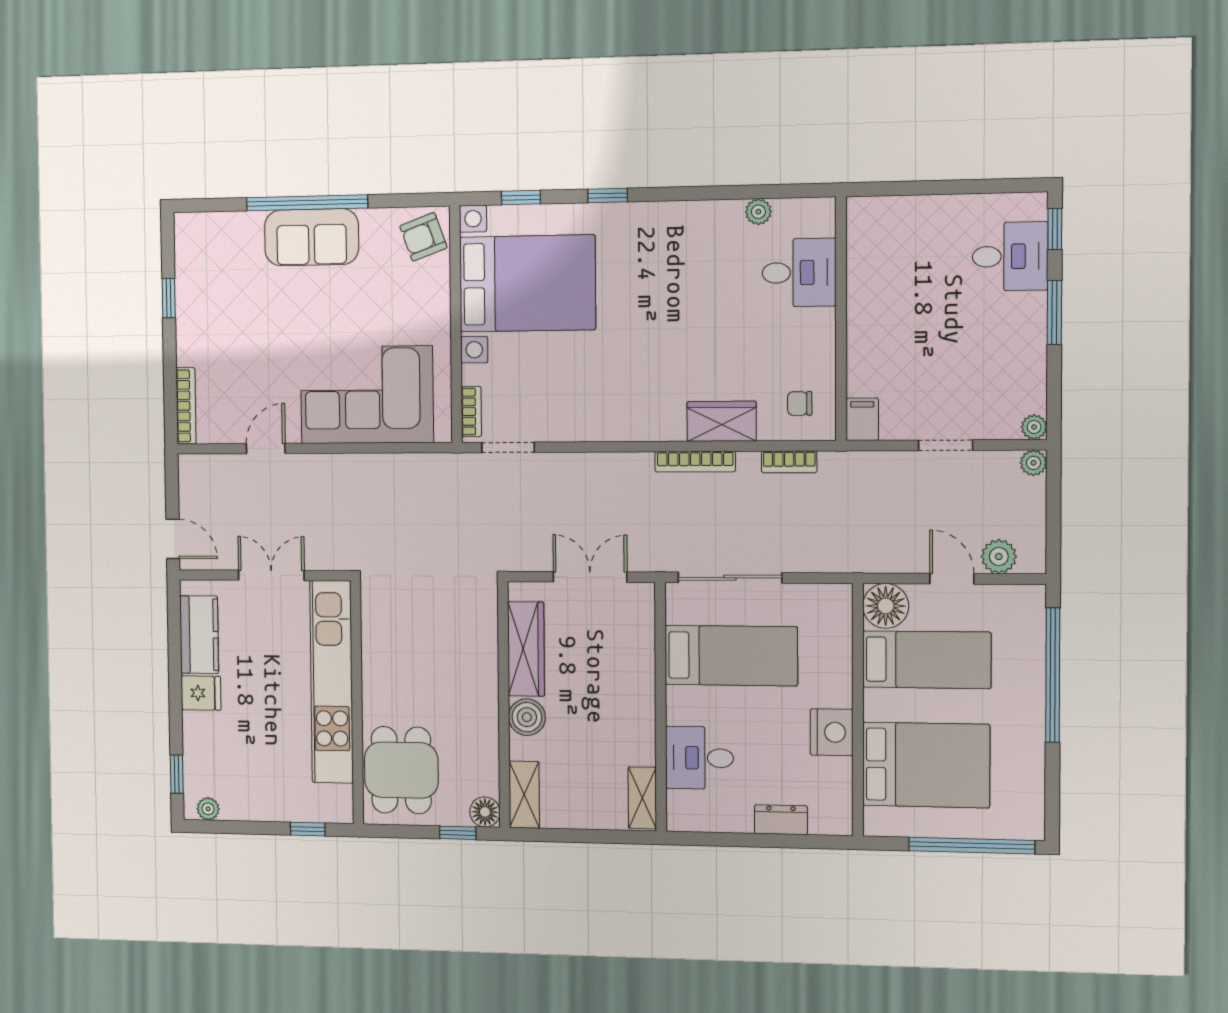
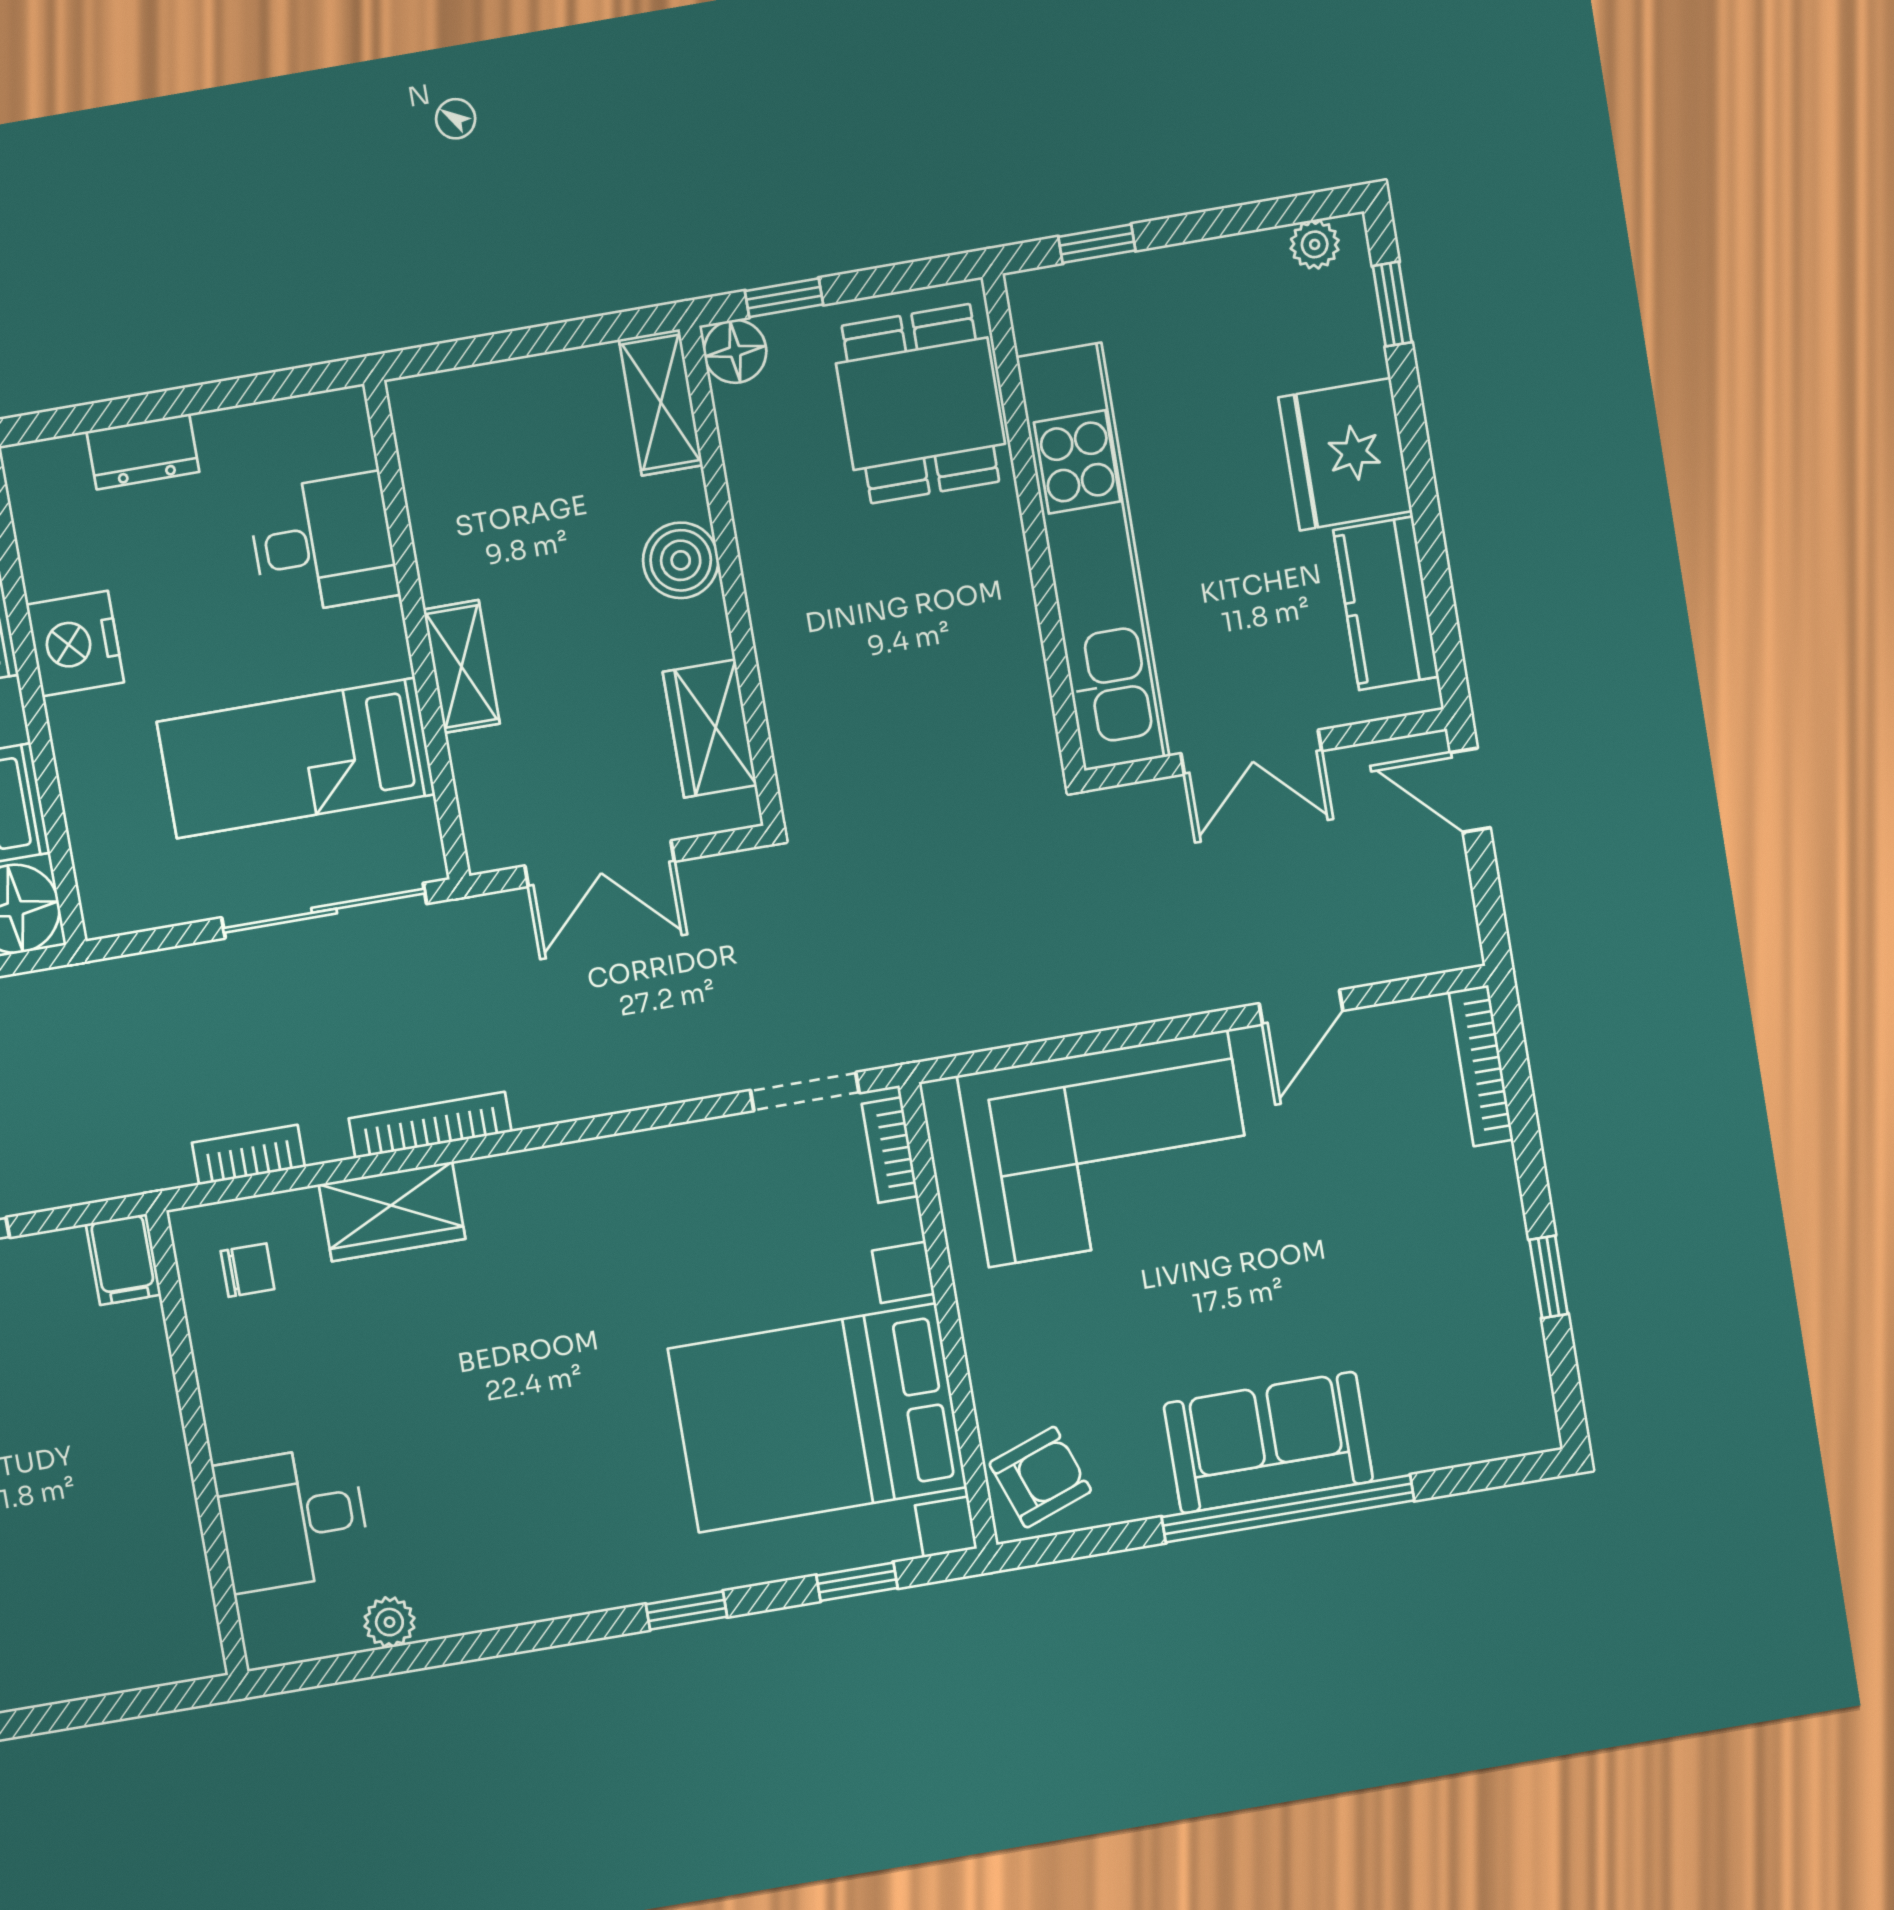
wardrobe: (526, 649) -> (710, 729), width x0.67
fridge: (201, 693) -> (1345, 454), width x1.88, depth x1.34
shelving: (642, 798) -> (462, 667), moved

